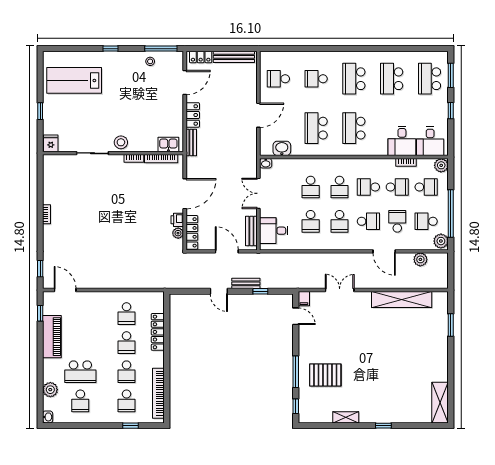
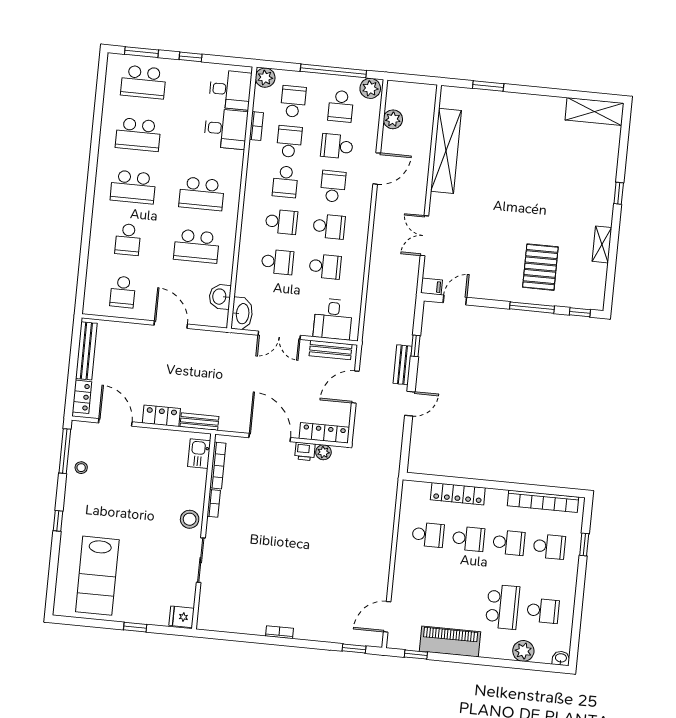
washbasin: (266, 163) -> (242, 314), width x1.91, depth x1.45

